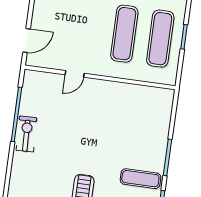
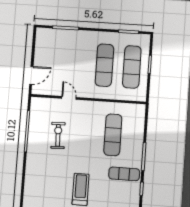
door: (75, 74) -> (69, 98), swing flipped
exercise mat: (129, 127) -> (113, 135), added
exercise bike: (26, 134) -> (58, 135), moved

